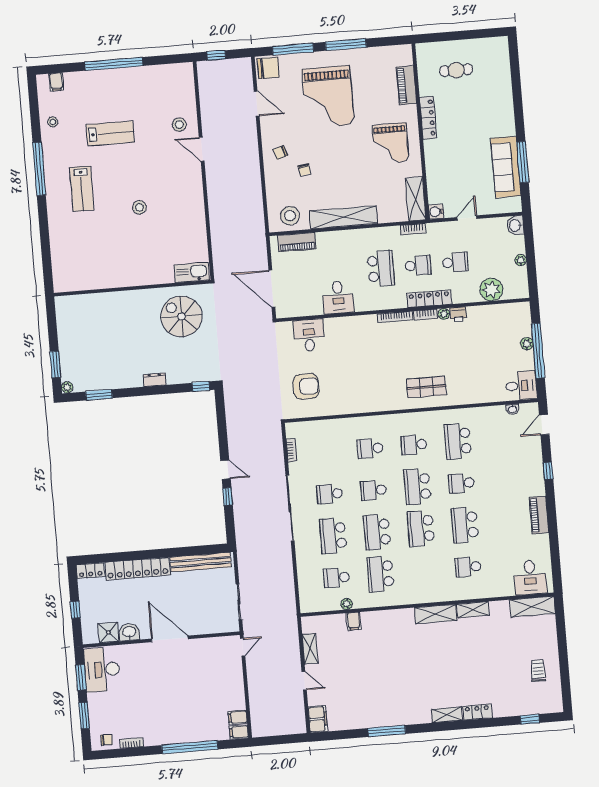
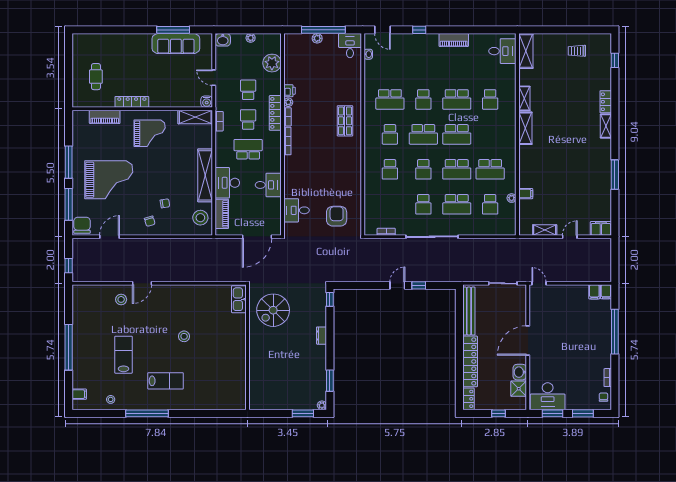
desk: (337, 246) -> (227, 183), added

